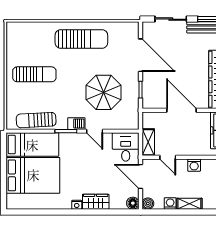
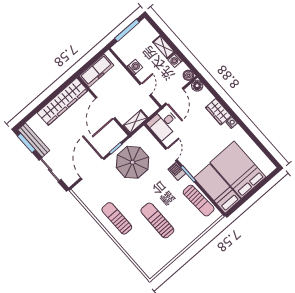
sun lounger: (81, 39) -> (117, 218), width x0.73, depth x0.75
sun lounger: (34, 74) -> (157, 220), moved
parasol: (104, 92) -> (133, 162), moved
shelving: (148, 142) -> (135, 122), moved

